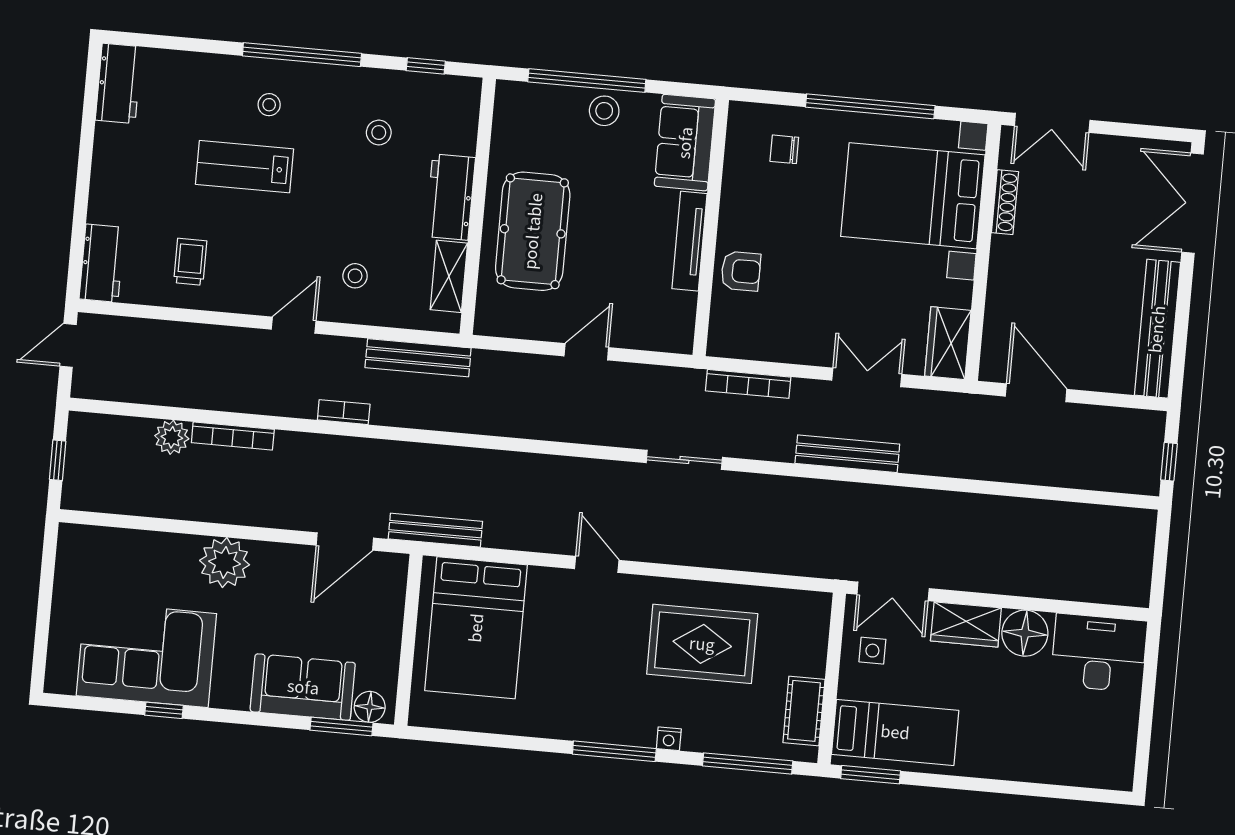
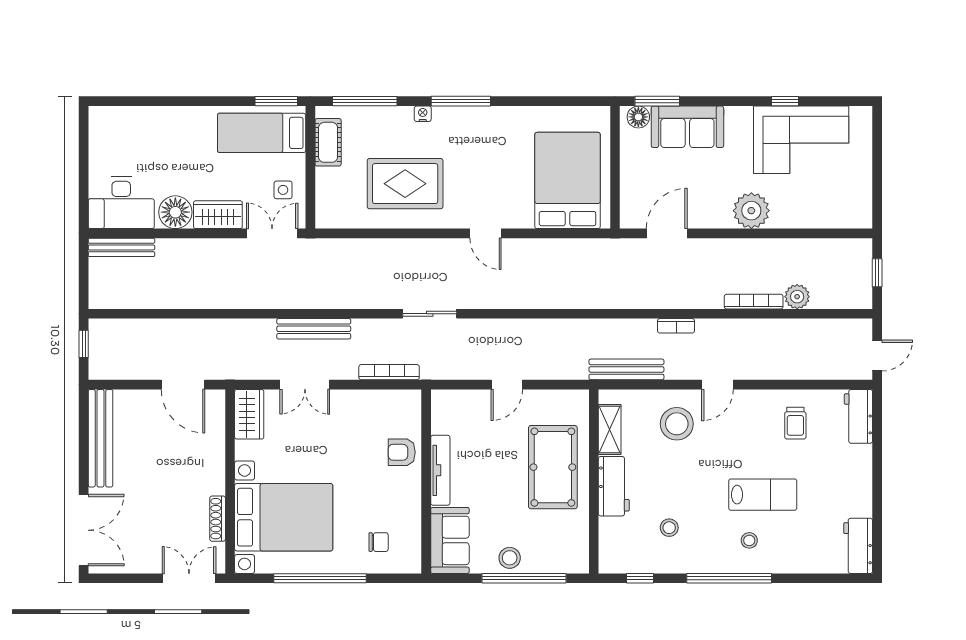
stool: (355, 276) -> (677, 424), width x1.89, depth x1.89
bench: (435, 530) -> (121, 247), moved

